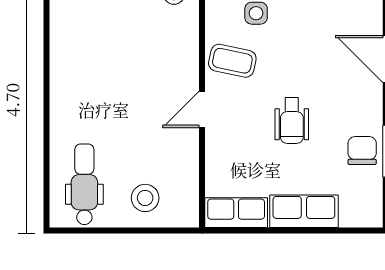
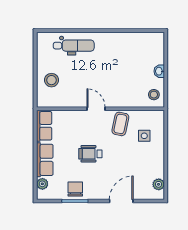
chair: (362, 151) -> (75, 189), turned -90
dental chair: (84, 184) -> (74, 46), moved
plant: (352, 216) -> (42, 184), added

